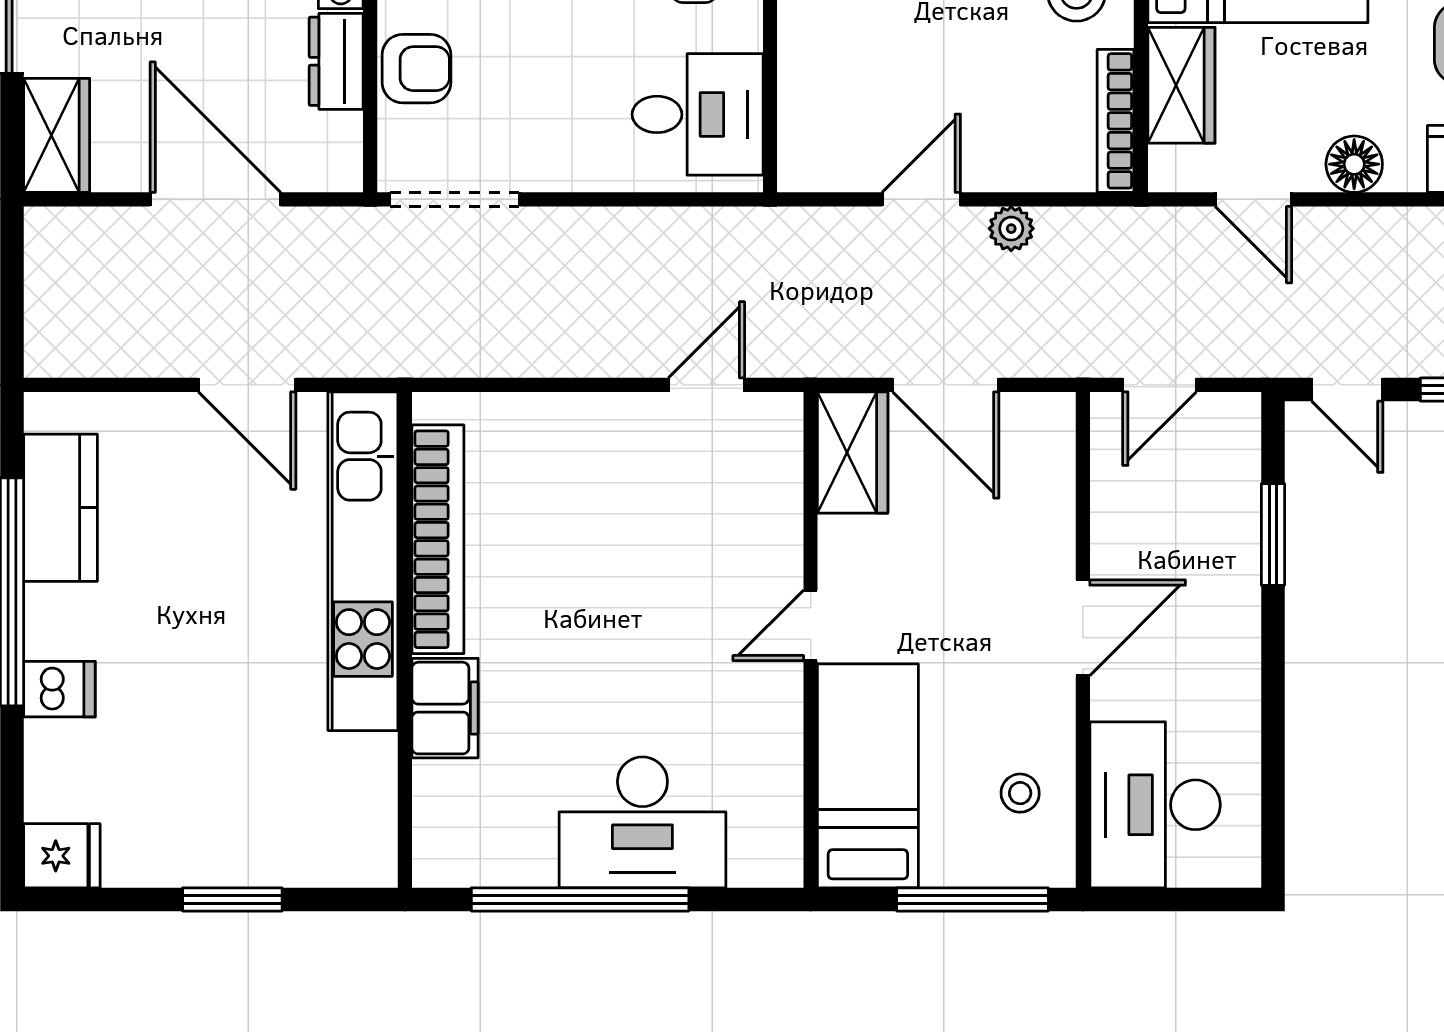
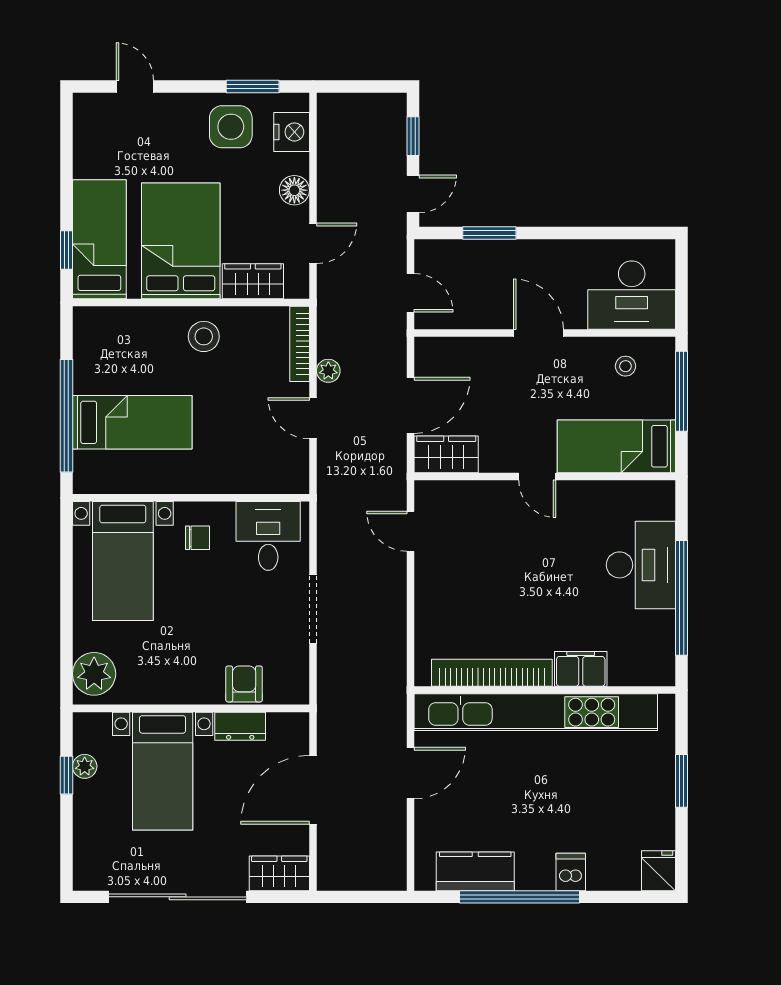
bookcase: (1116, 121) -> (300, 344), moved, turned 90
doorway: (454, 199) -> (313, 609), moved
kitchen unit: (363, 561) -> (536, 712), width x1.36

